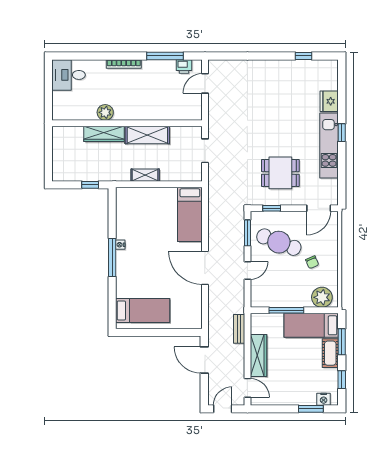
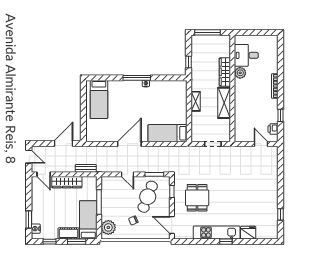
window: (165, 56) -> (280, 115), width x0.46
desk: (69, 75) -> (246, 55), moved, turned -90
window: (48, 158) -> (207, 32), added
door: (247, 388) -> (44, 174), hinge flipped

